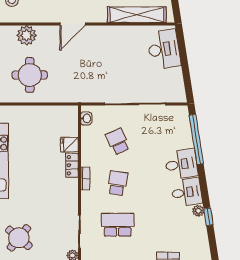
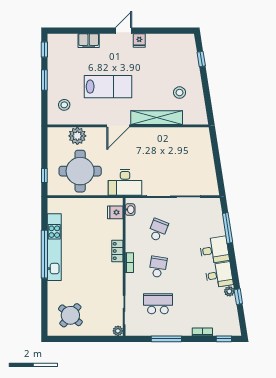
shelving: (137, 15) -> (157, 118), moved
desk: (164, 49) -> (125, 182), moved, turned 99
round table: (30, 75) -> (80, 171), width x1.36, depth x1.36
window: (196, 139) -> (228, 228), width x0.68
school desk: (118, 142) -> (158, 230), turned 45
fridge: (69, 145) -> (115, 212), moved

